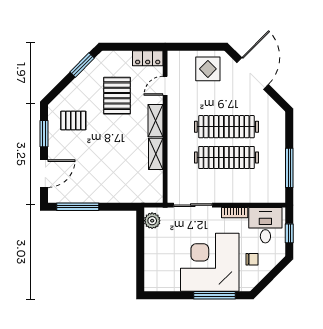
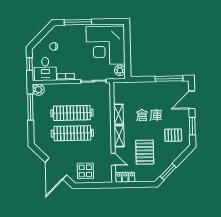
door: (165, 86) -> (113, 159), hinge flipped
plant: (277, 194) -> (38, 90), added
corner desk: (210, 262) -> (106, 45), moved, turned 90

